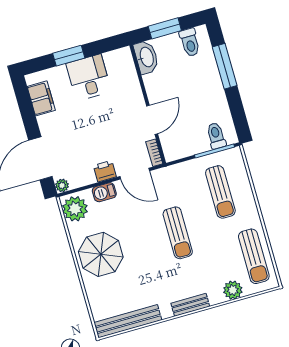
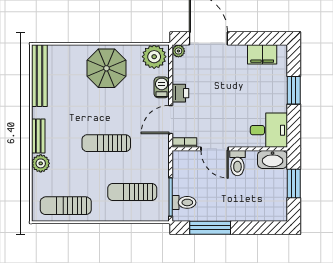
toilet: (190, 42) -> (237, 163), moved, turned -90
window: (225, 66) -> (210, 228), moved
desk: (89, 78) -> (269, 130), moved
plant: (233, 290) -> (41, 163), moved

